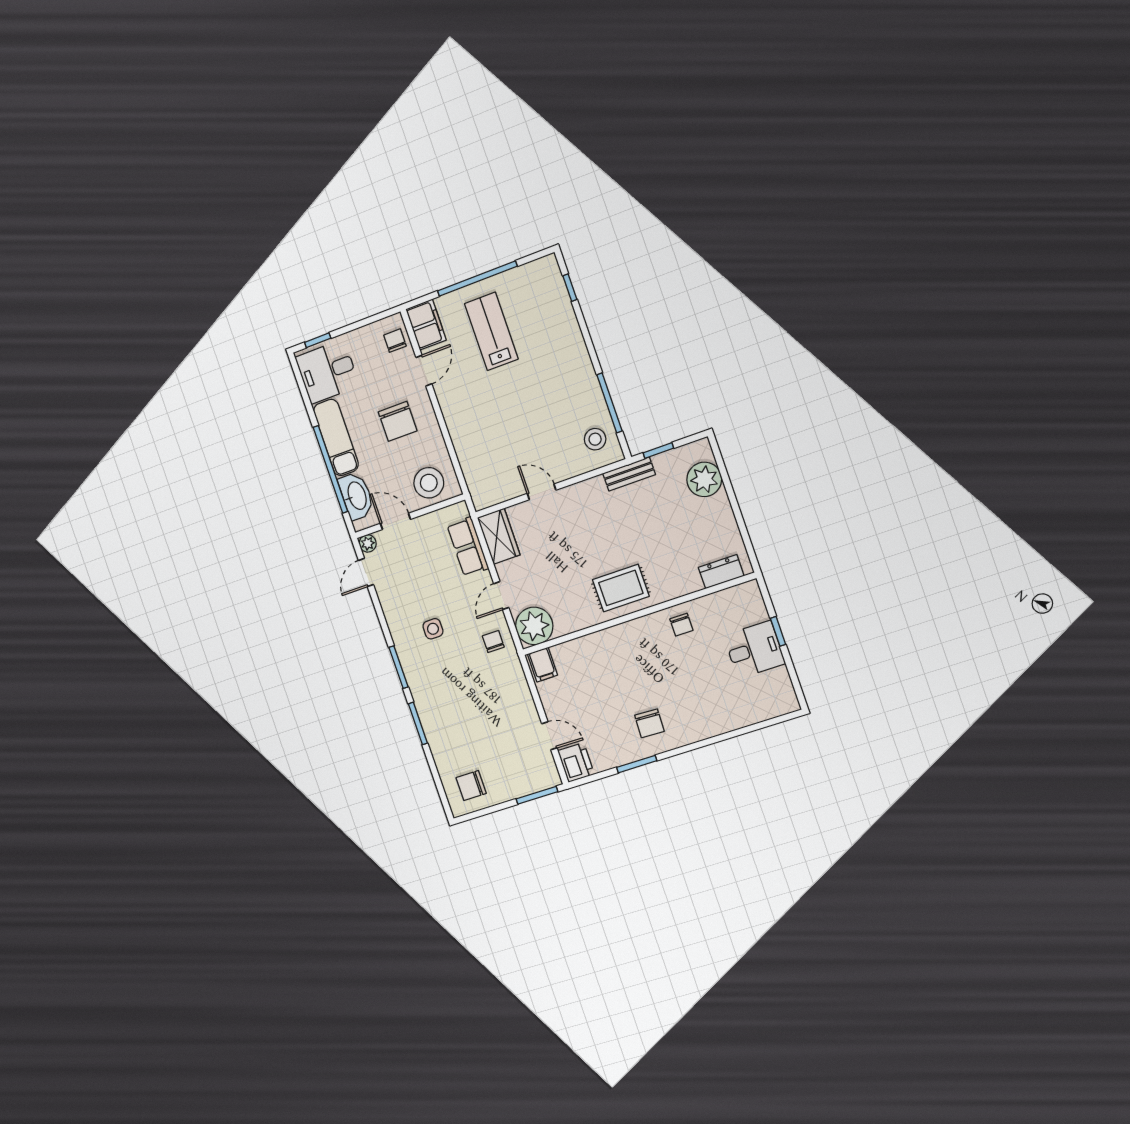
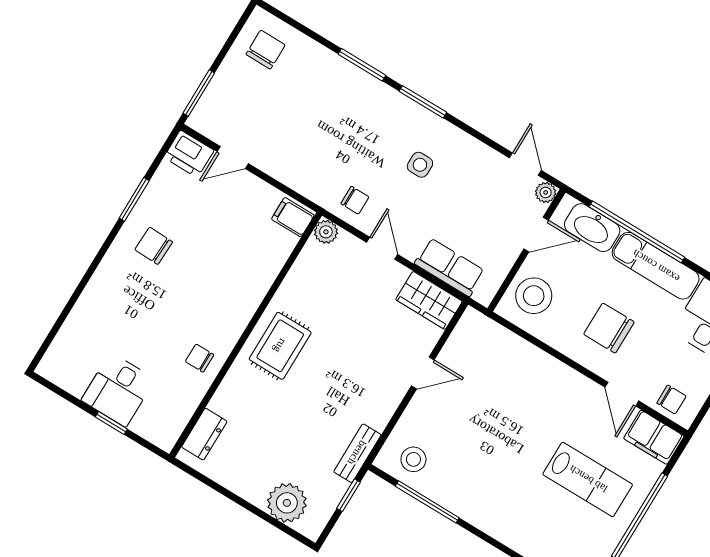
plant: (534, 626) -> (326, 232), width x0.53, depth x0.53

